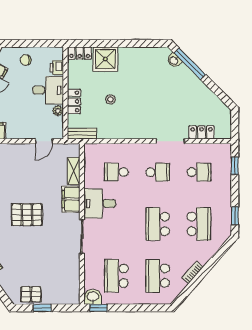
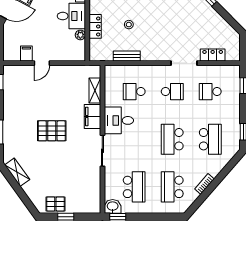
bench: (82, 134) -> (127, 56), moved
door: (44, 141) -> (42, 63), moved
school desk: (199, 172) -> (210, 92), turned 180
school desk: (116, 276) -> (134, 187), turned 180

